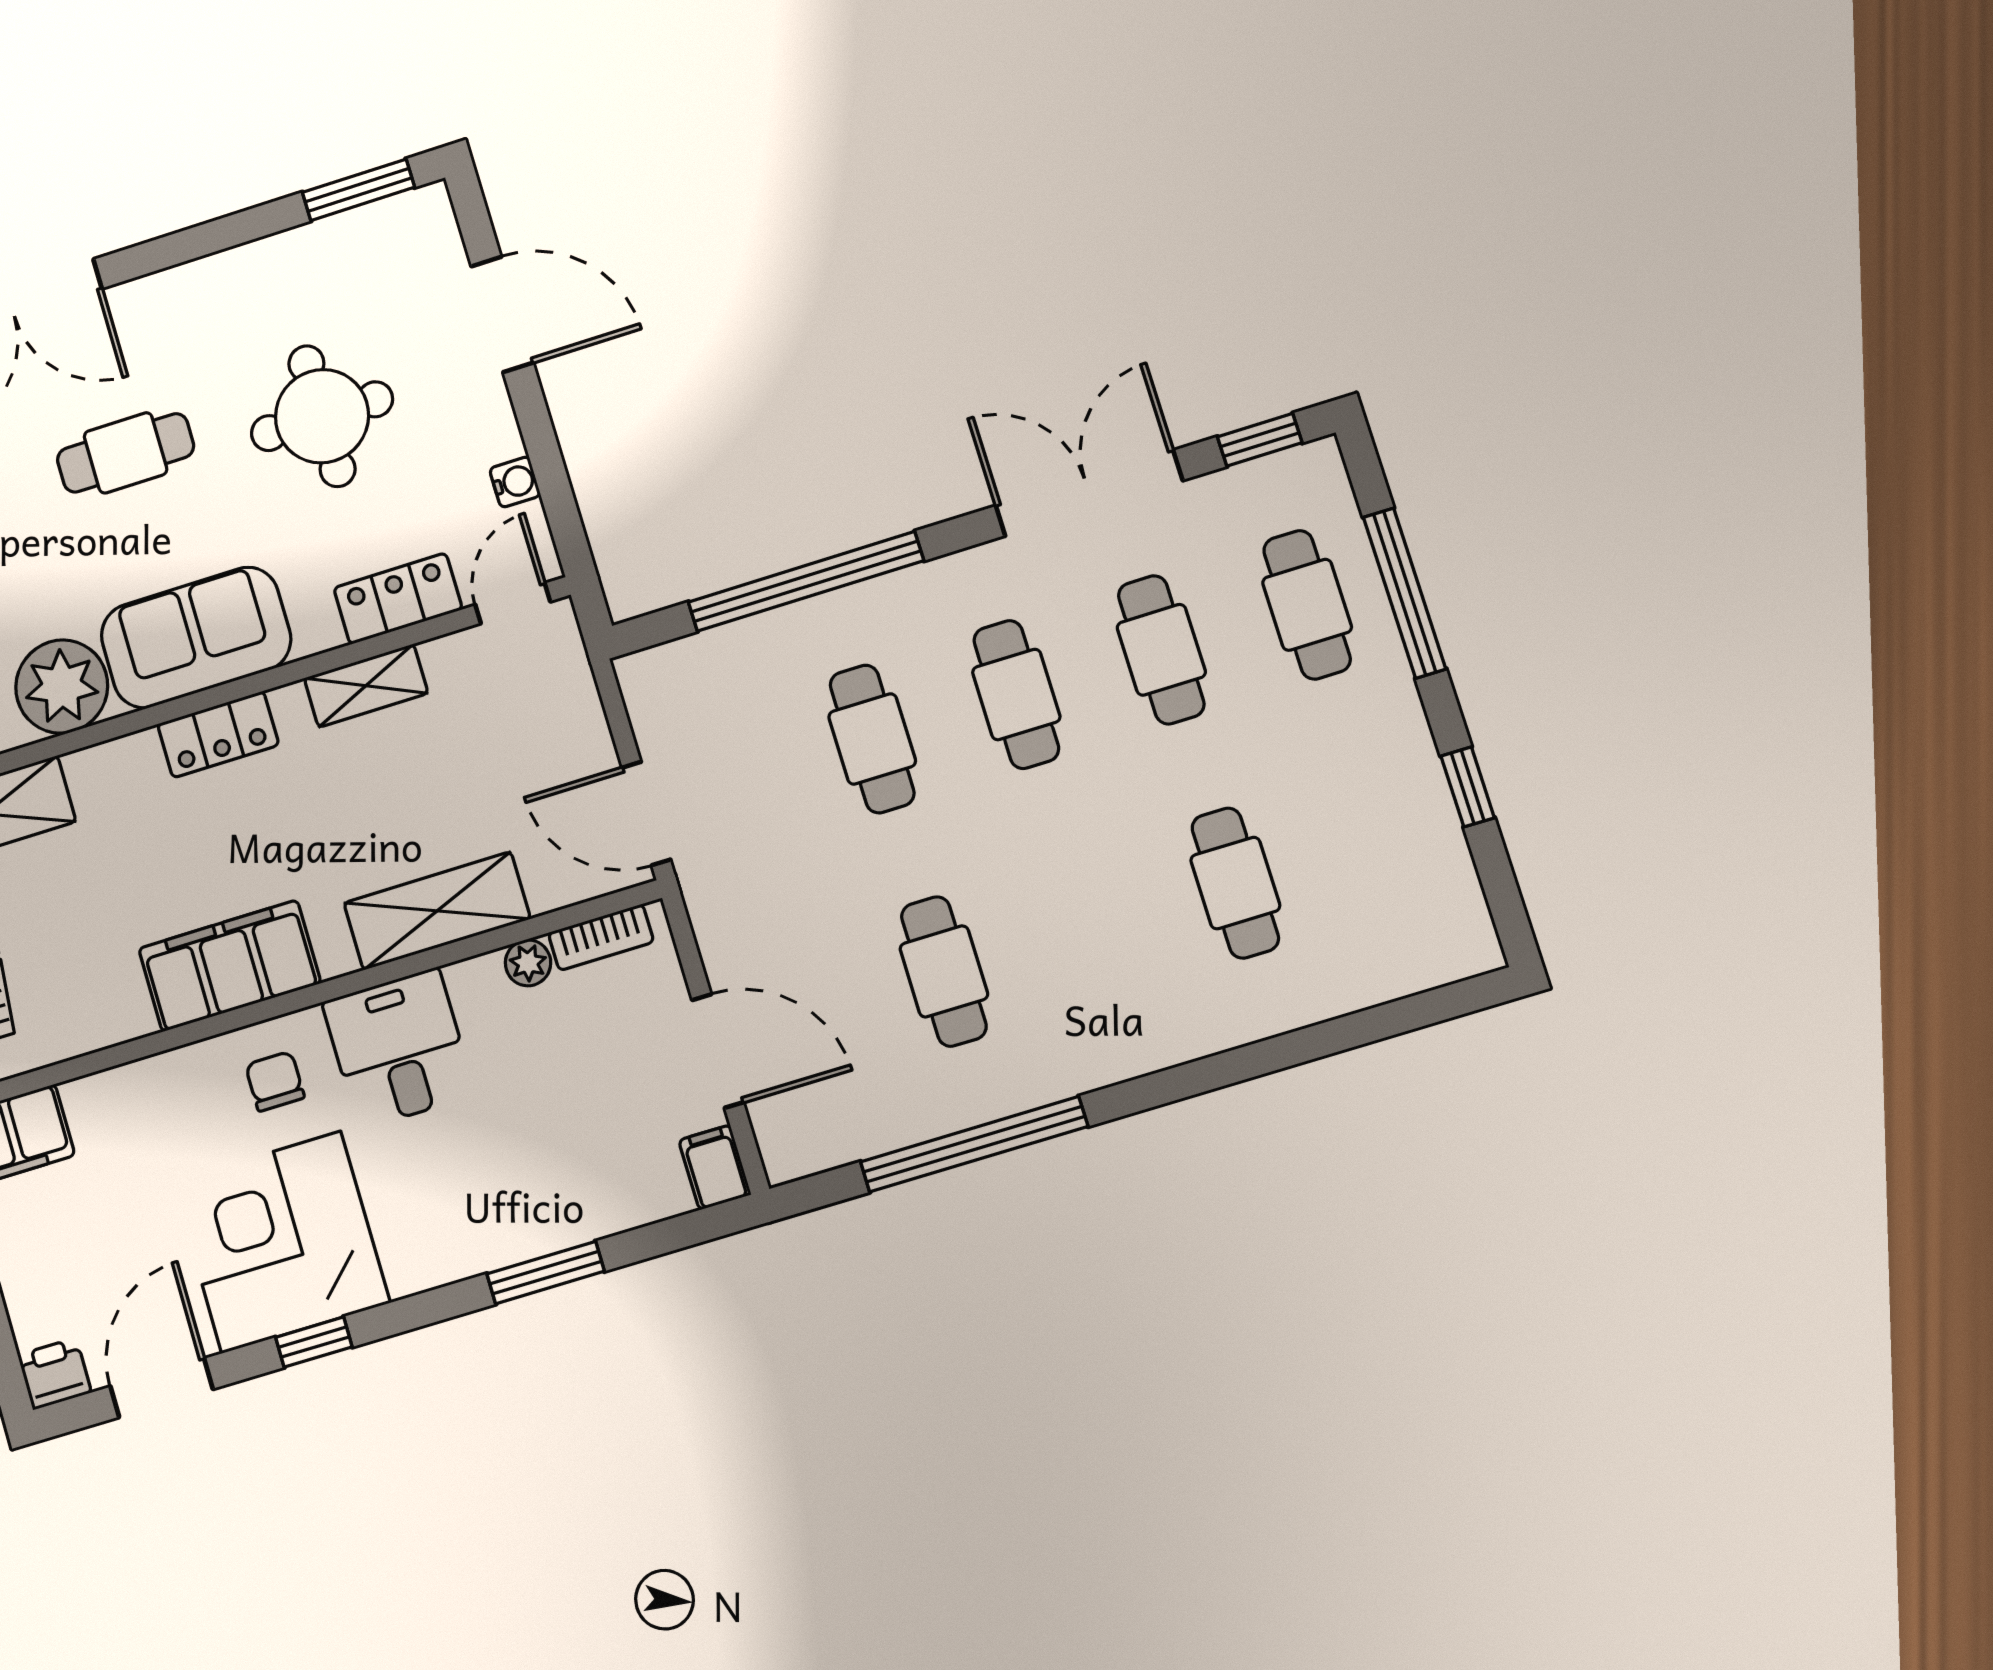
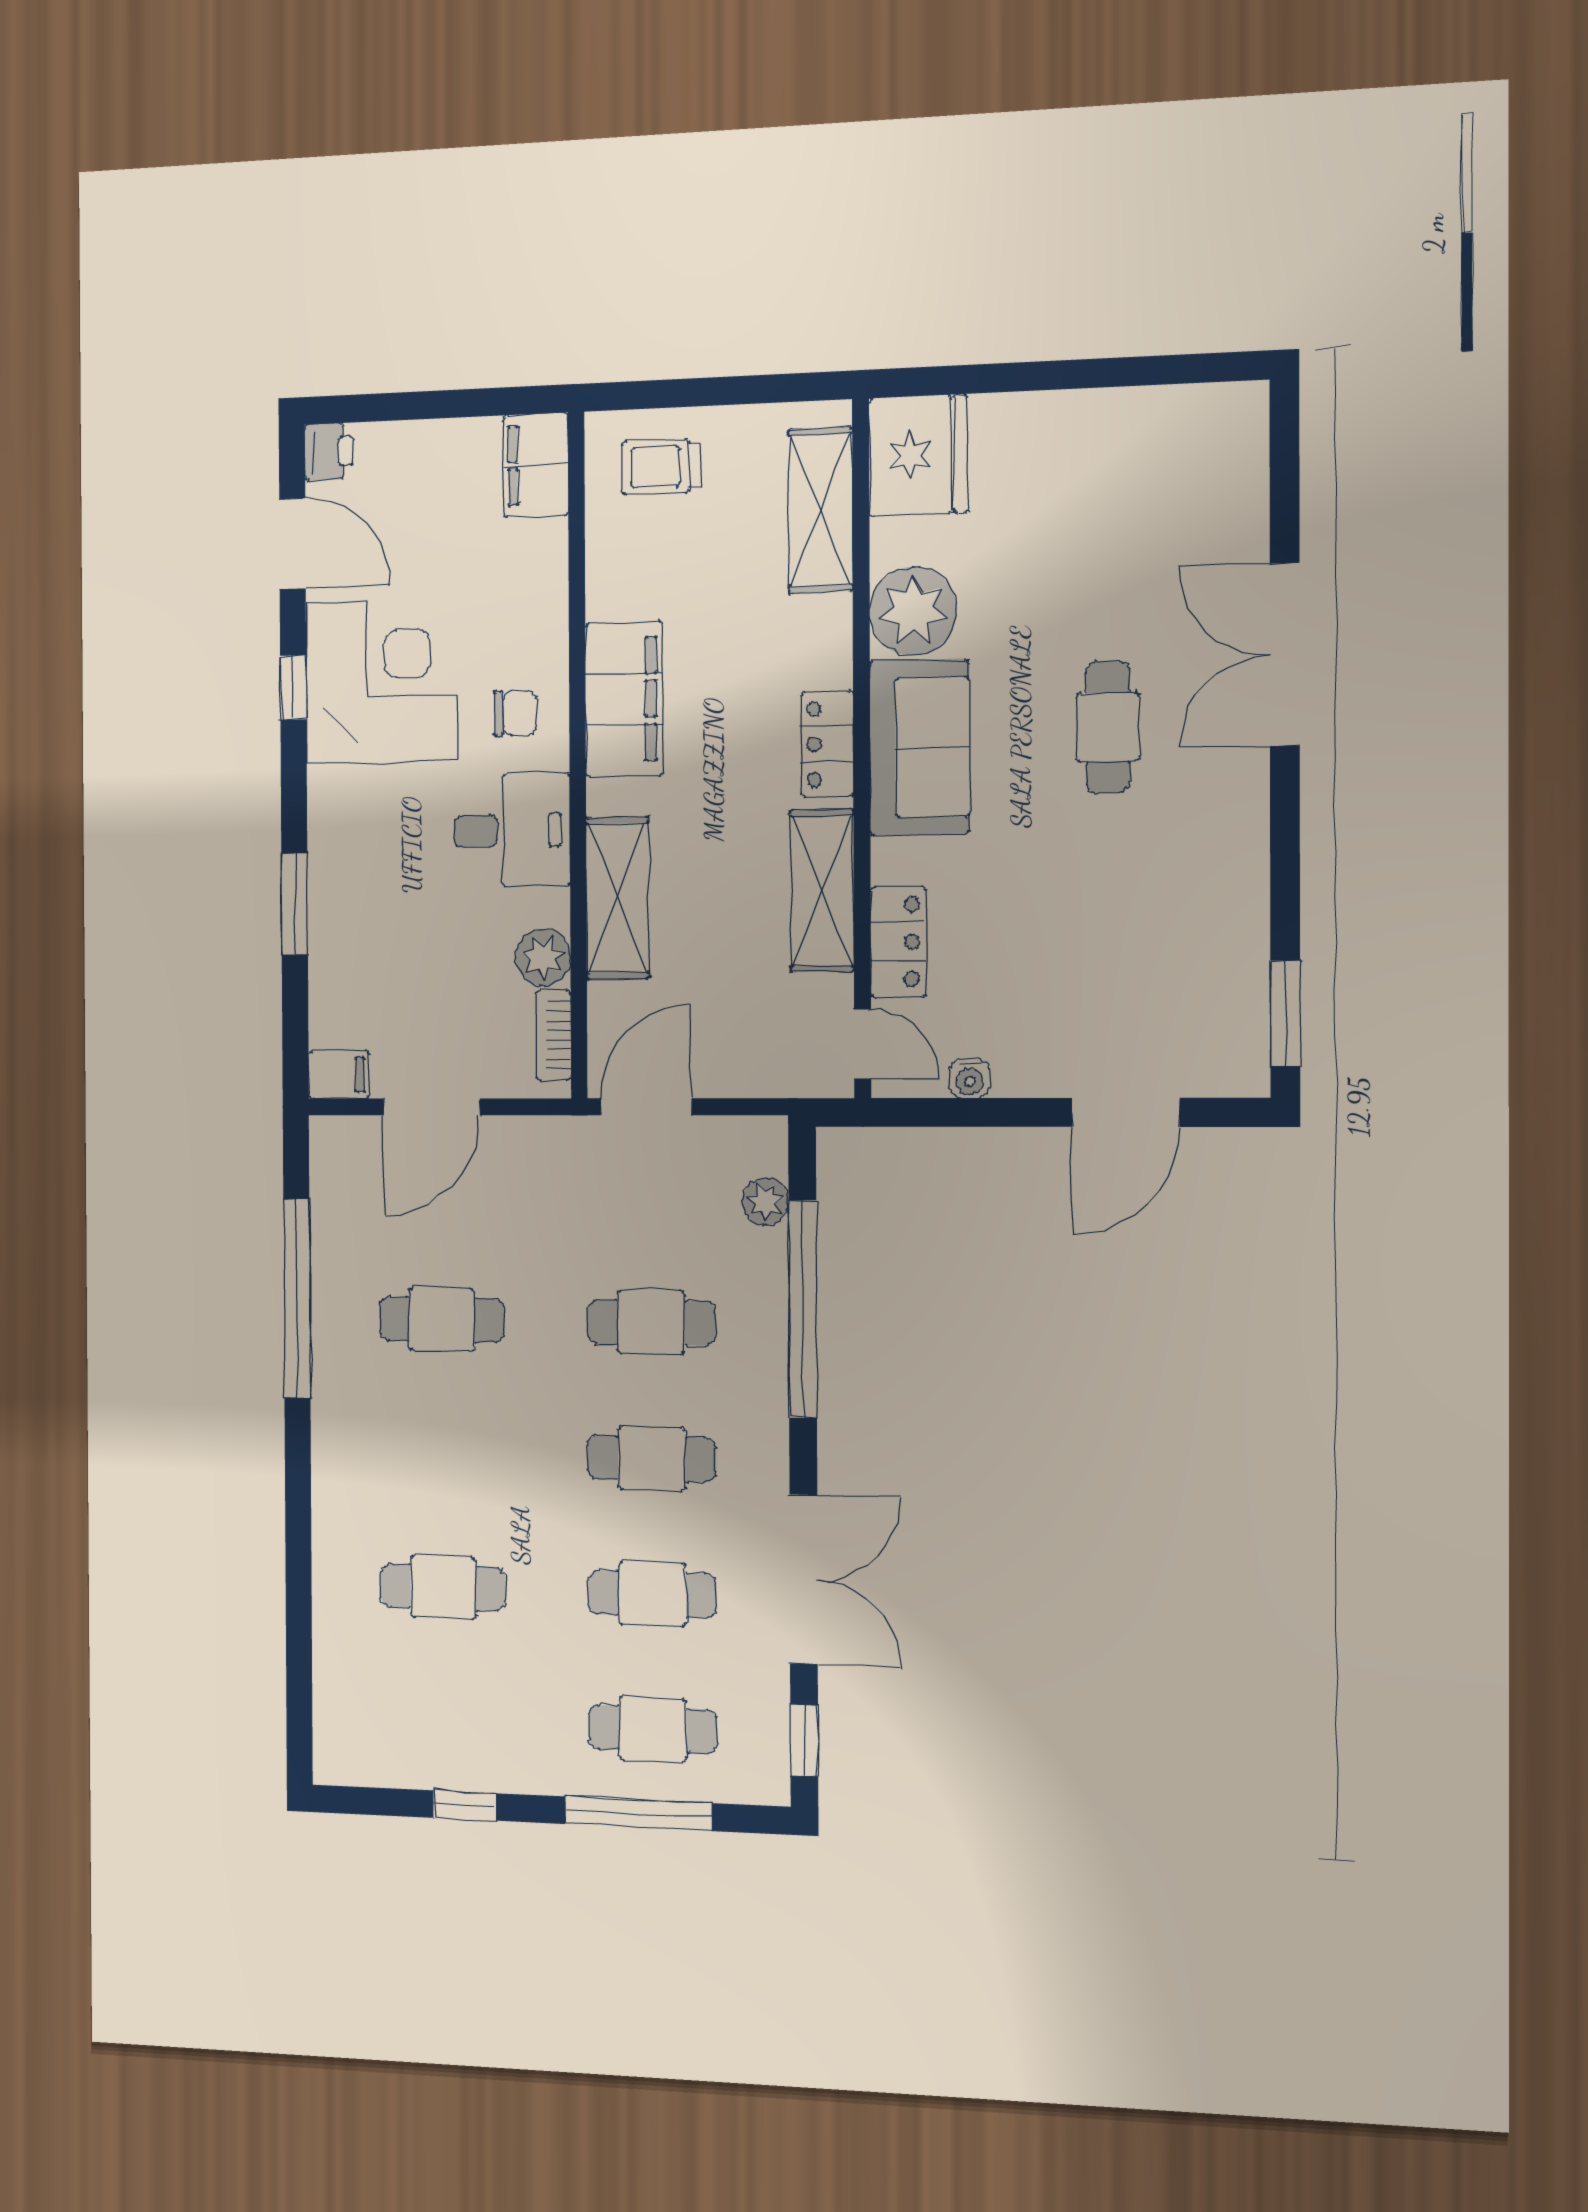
round table: (322, 416) -> (1085, 919), removed
plant: (706, 655) -> (765, 1202), added
shelving: (366, 686) -> (822, 891), width x1.50, depth x1.33
plant: (528, 963) -> (543, 957), width x1.38, depth x1.38

